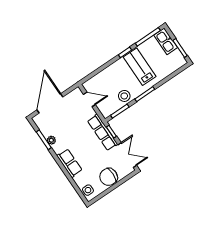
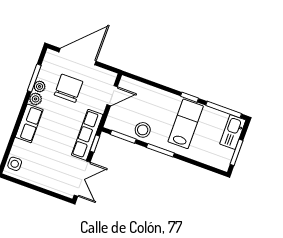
door: (89, 99) -> (112, 96), hinge flipped
plant: (57, 148) -> (36, 99), added
chair: (109, 177) -> (69, 88), moved, turned 90

